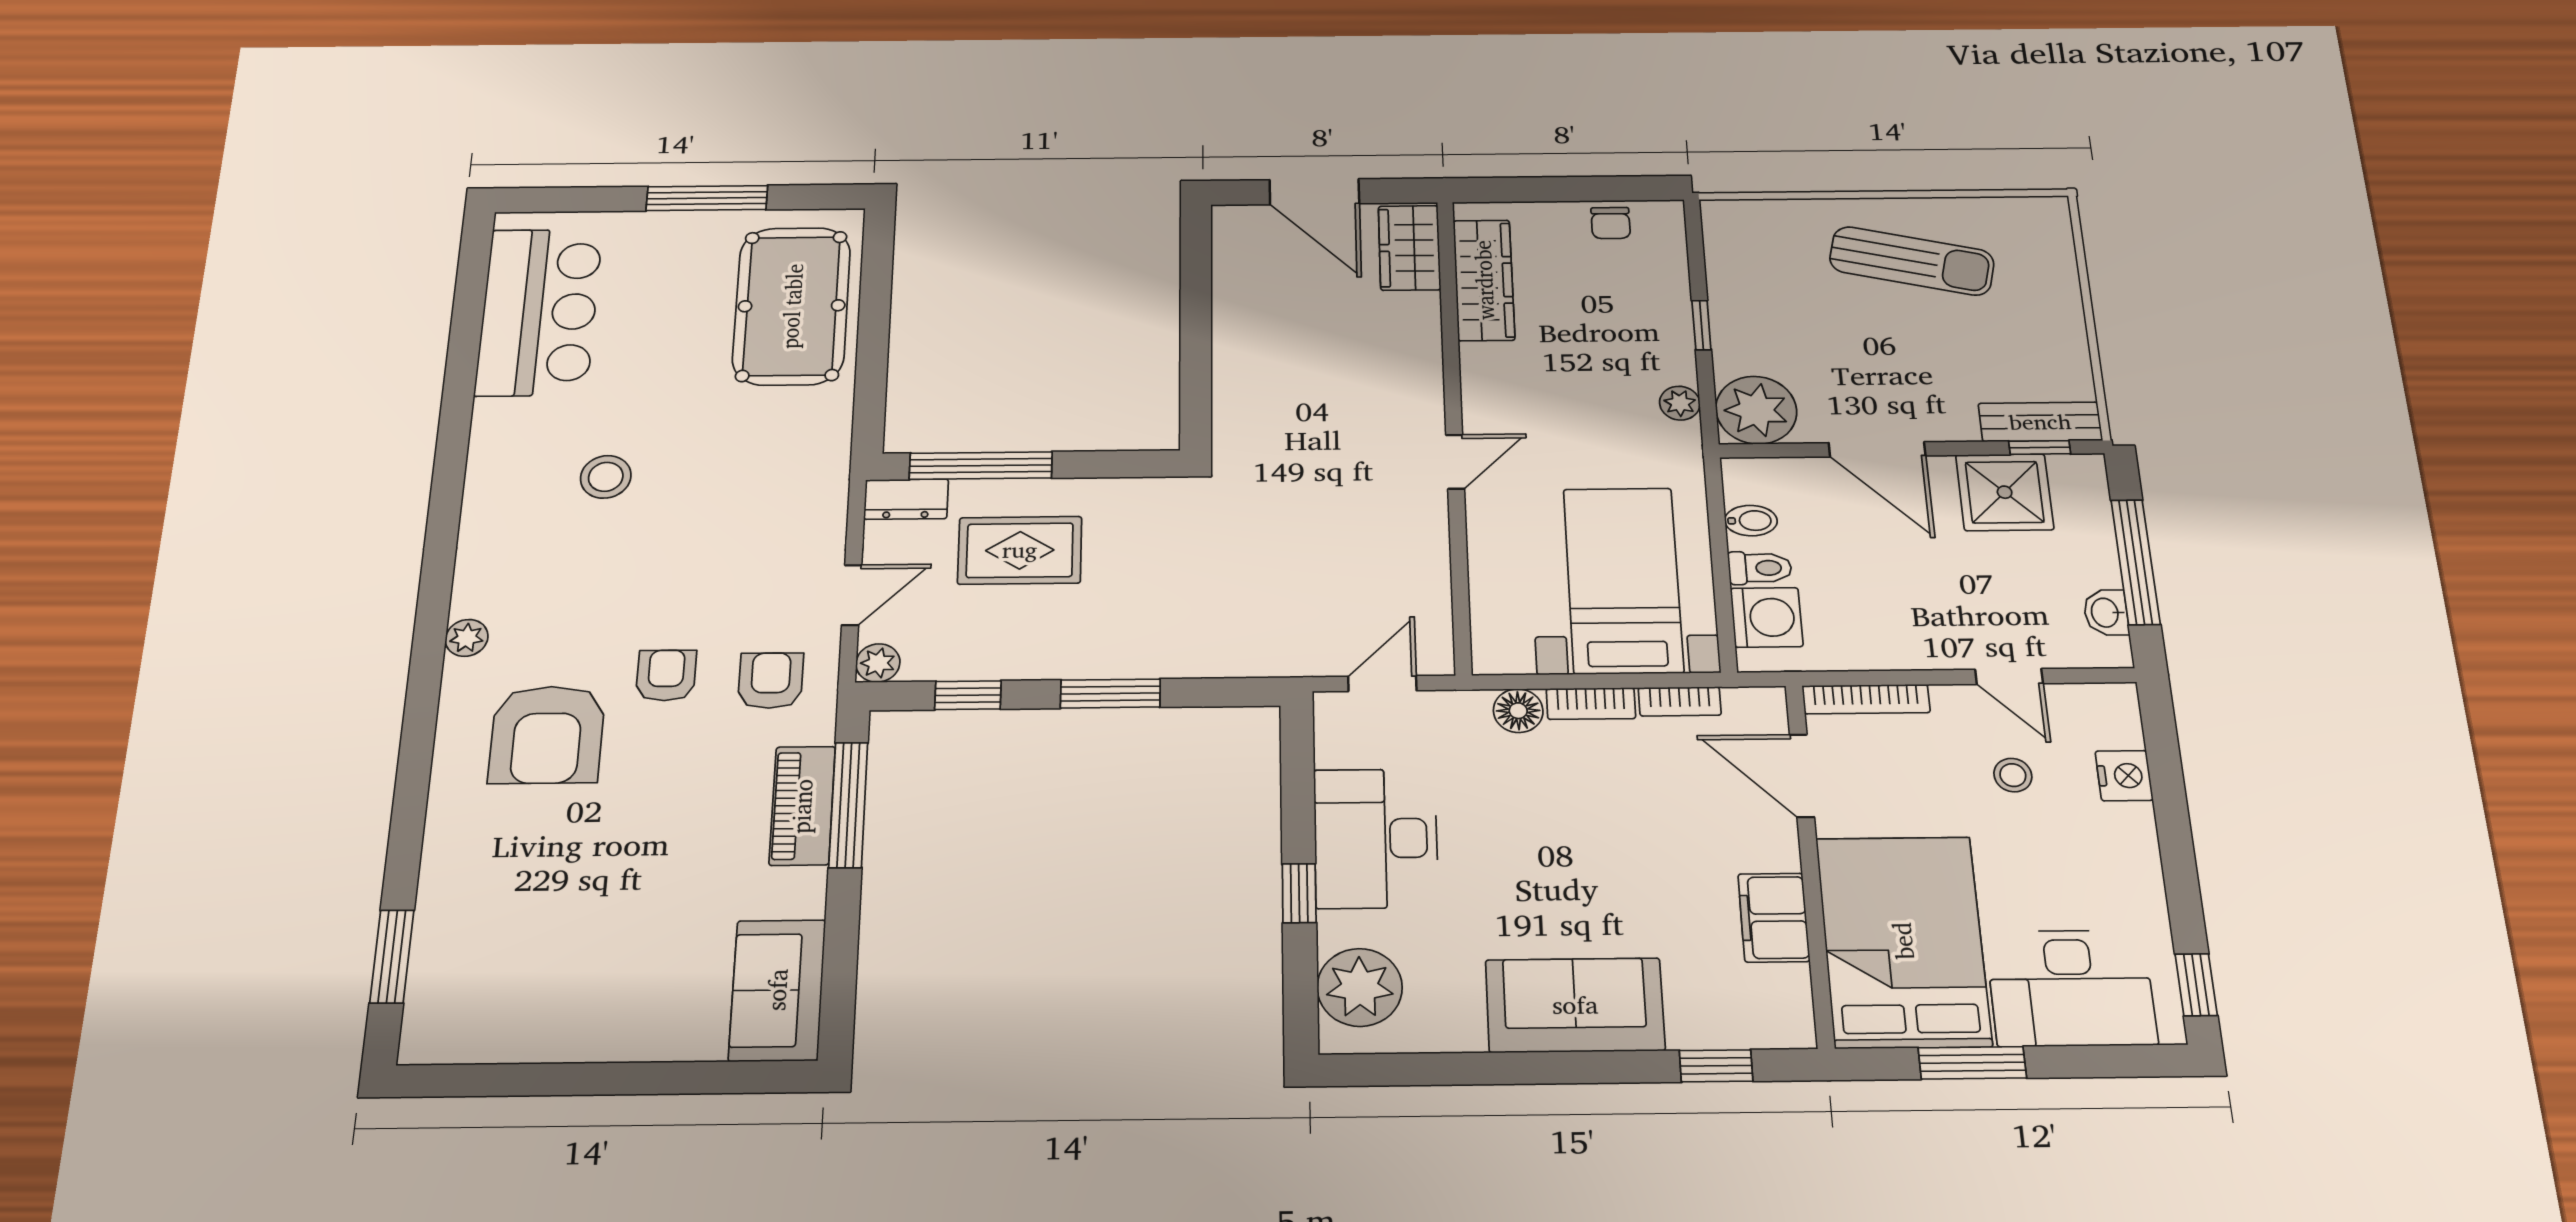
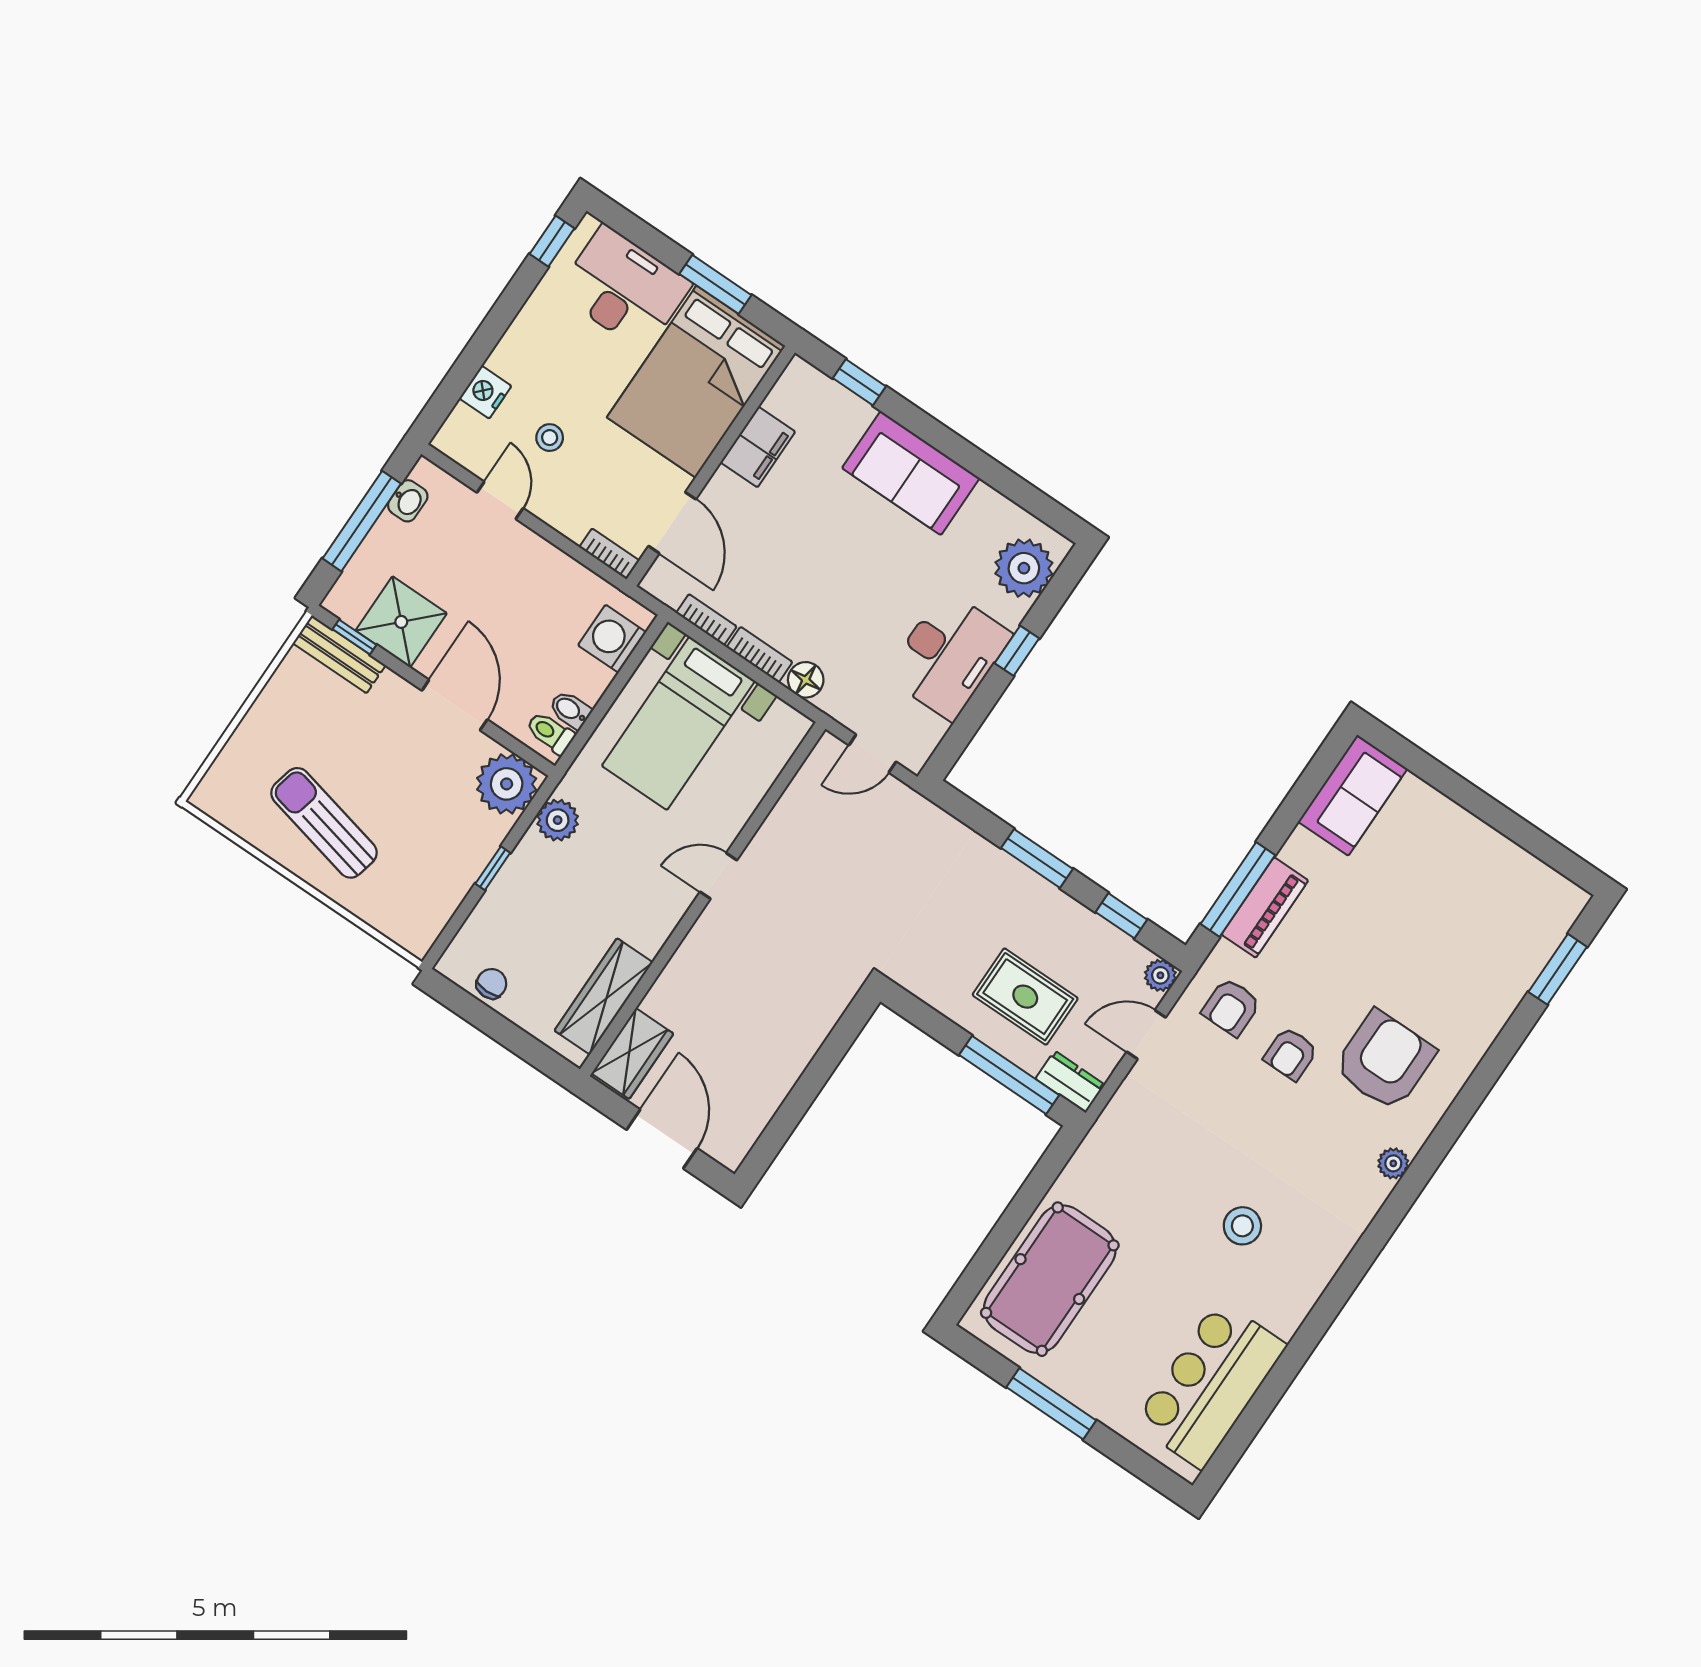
plant: (1680, 403) -> (558, 820), width x1.38, depth x1.38
toilet: (1760, 568) -> (550, 733), moved
bookcase: (1866, 699) -> (609, 554), width x0.64

